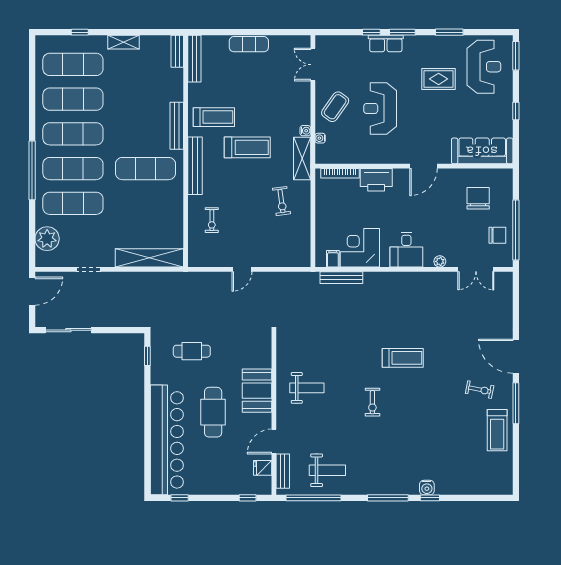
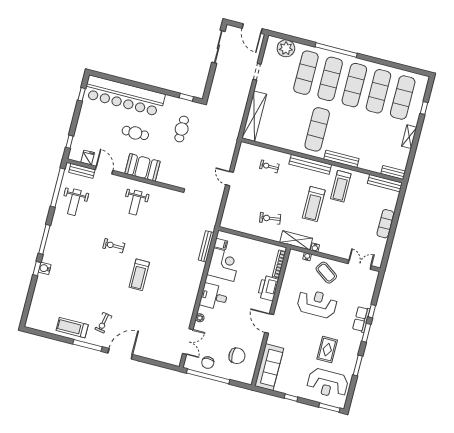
double door: (476, 269) -> (188, 342), swing flipped
cafe table: (213, 412) -> (135, 133), width x0.73, depth x0.74

